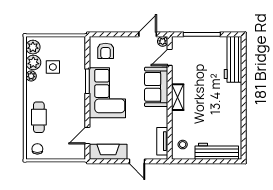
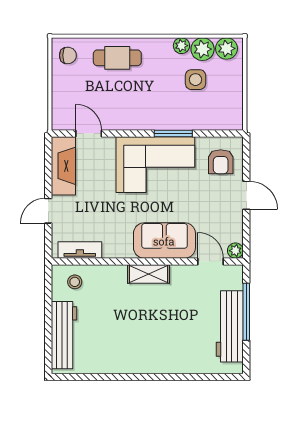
door: (148, 34) -> (246, 195), moved
armchair: (106, 51) -> (221, 162), turned -90
workbench: (233, 59) -> (230, 326), moved, turned -90

